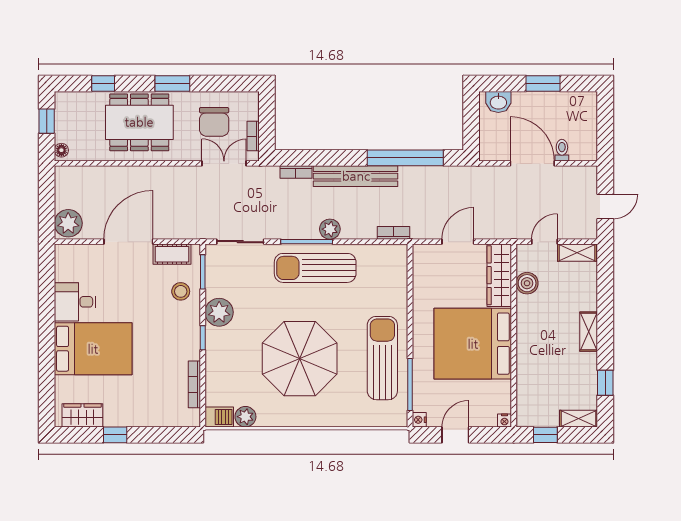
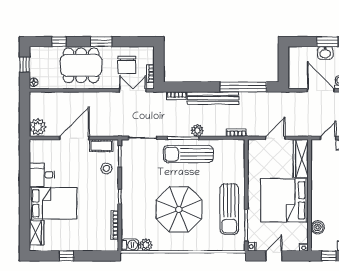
washbasin: (498, 102) -> (325, 53), moved
boiler: (527, 283) -> (318, 227), moved
plant: (219, 312) -> (130, 181), removed
sun lounger: (382, 358) -> (229, 209), turned 180
wardrobe: (82, 415) -> (36, 233), moved, turned 90

